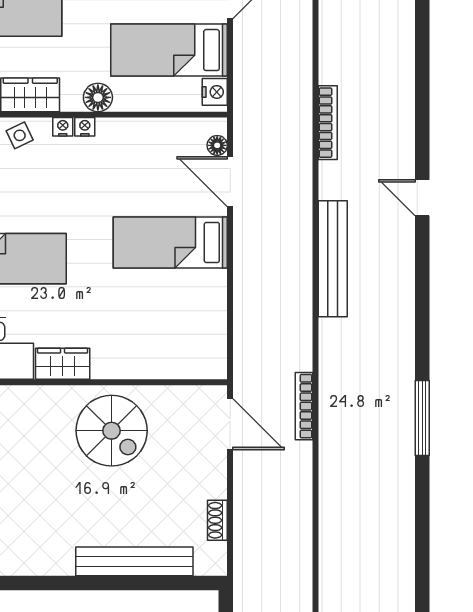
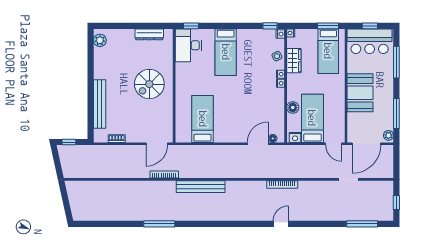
floor lamp: (98, 97) -> (293, 107), moved
door: (422, 198) -> (281, 224), moved
bed: (170, 242) -> (203, 119), moved
bench: (333, 259) -> (201, 187), moved
wardrobe: (63, 364) -> (182, 74), removed
spiral stairs: (112, 431) -> (149, 84), moved

